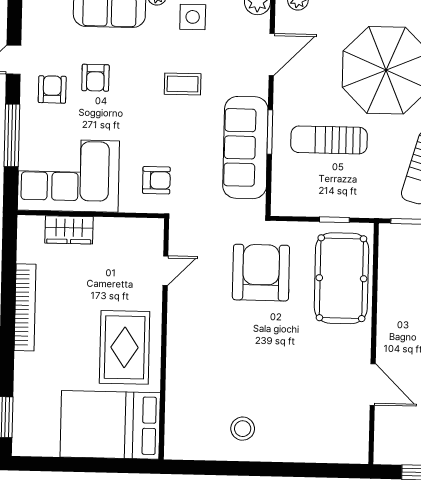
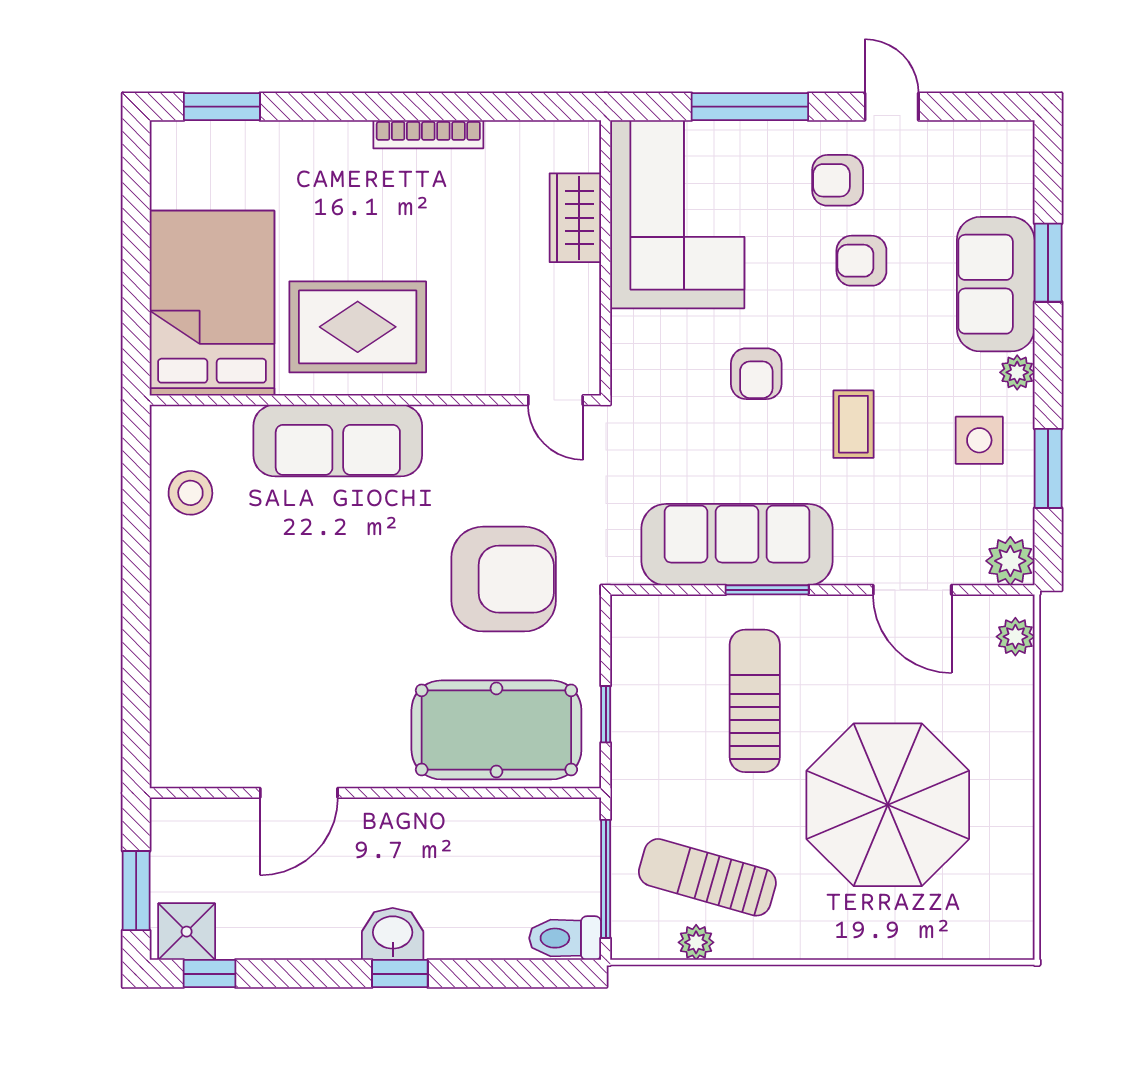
armchair: (52, 89) -> (838, 180), turned 180
armchair: (156, 180) -> (756, 374), moved
door: (165, 271) -> (555, 400), moved
bookcase: (25, 307) -> (428, 134), width x0.68, depth x0.76
sofa: (185, 359) -> (338, 441), added
stool: (243, 429) -> (190, 493), moved

